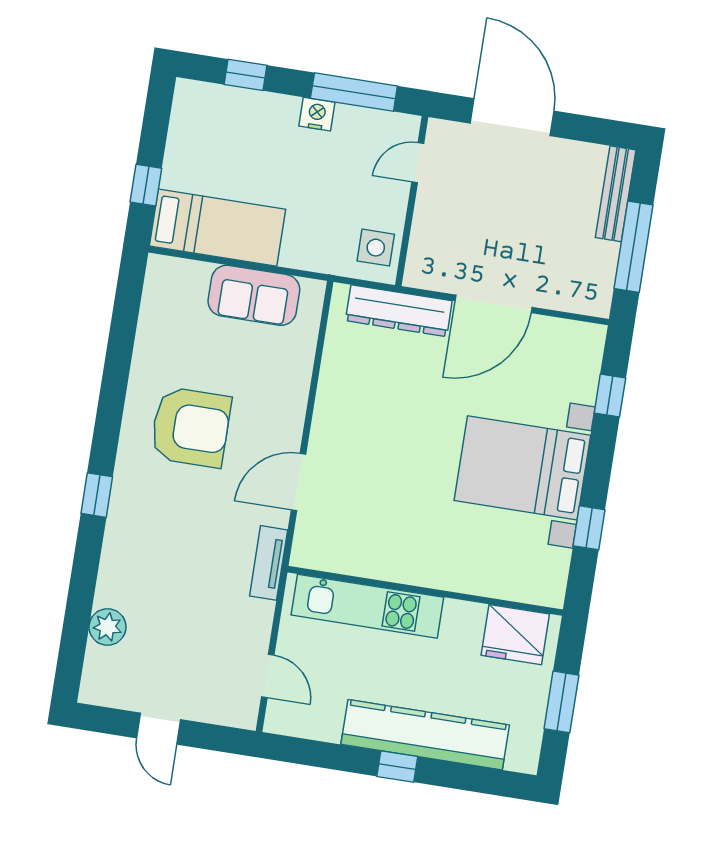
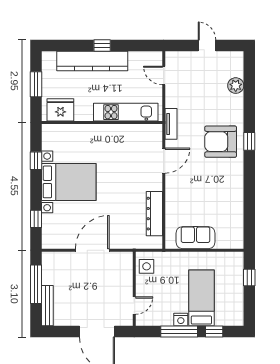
window: (354, 92) -> (179, 332), moved
bed: (218, 228) -> (201, 298), moved, turned 90
dresser: (399, 311) -> (154, 214), moved, turned -90
armchair: (191, 427) -> (221, 142), moved

